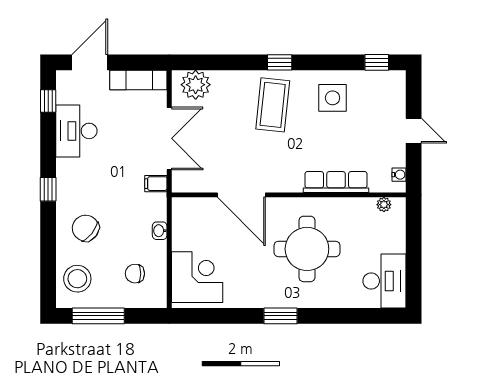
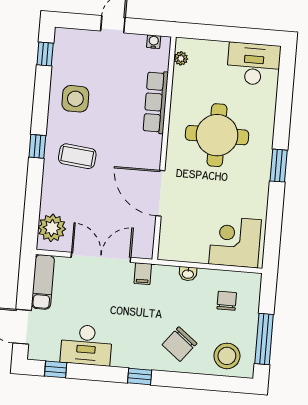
coffee table: (273, 105) -> (77, 156), width x0.73, depth x0.76
door: (241, 195) -> (160, 193), swing flipped
chair: (135, 274) -> (227, 301), turned 180

